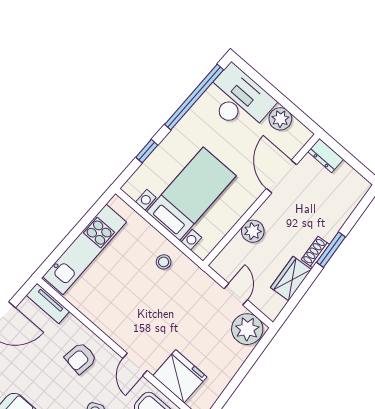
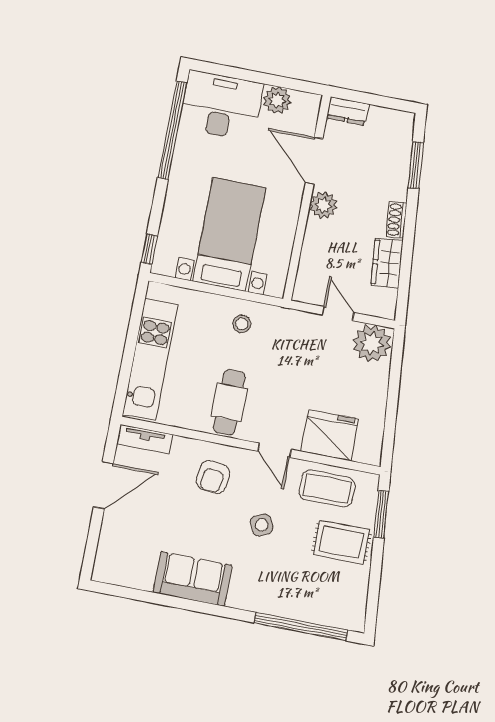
window: (147, 151) -> (149, 249), moved
plant: (253, 231) -> (323, 205), moved
window: (331, 250) -> (416, 165), moved
cafe table: (123, 312) -> (229, 402), added

